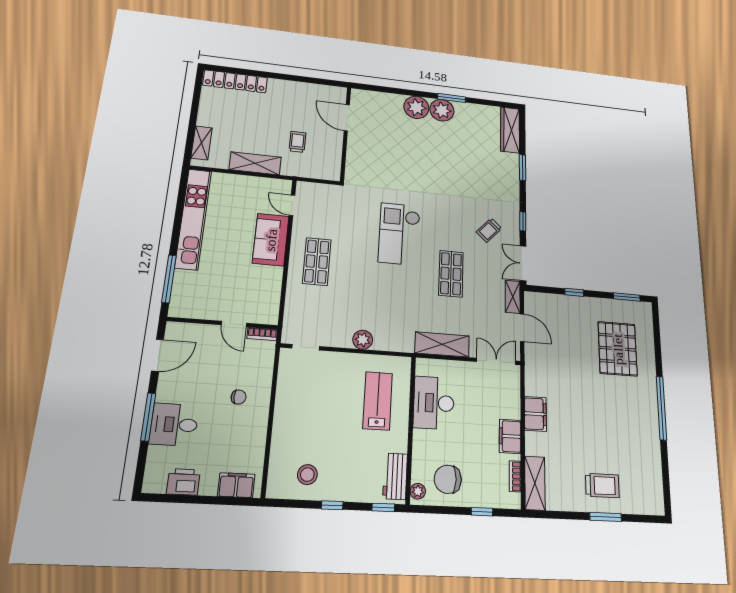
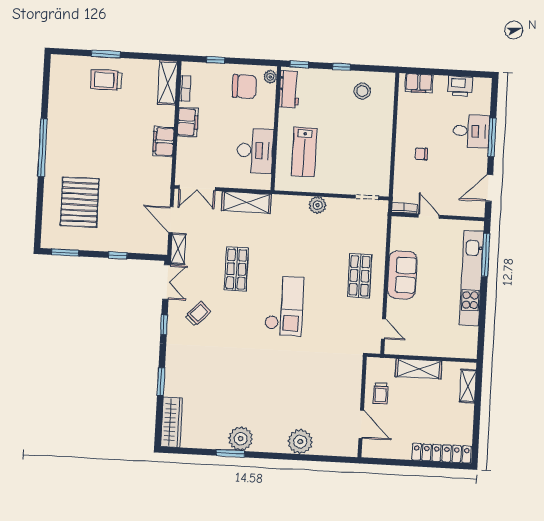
plant: (416, 107) -> (300, 442), moved
door: (347, 118) -> (361, 424), moved
wall: (346, 134) -> (362, 407), moved
kitchen unit: (193, 219) -> (471, 278), moved
sofa: (271, 240) -> (402, 275), moved

